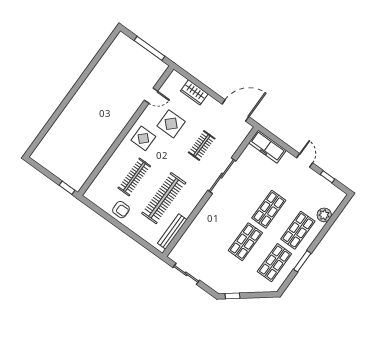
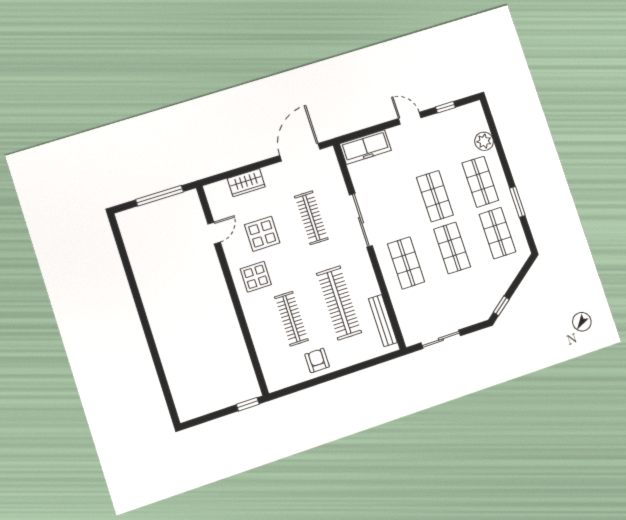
clothes rail: (202, 145) -> (311, 218), width x1.36
armchair: (121, 210) -> (317, 360), turned -90
shop shelf: (216, 221) -> (406, 263), added

